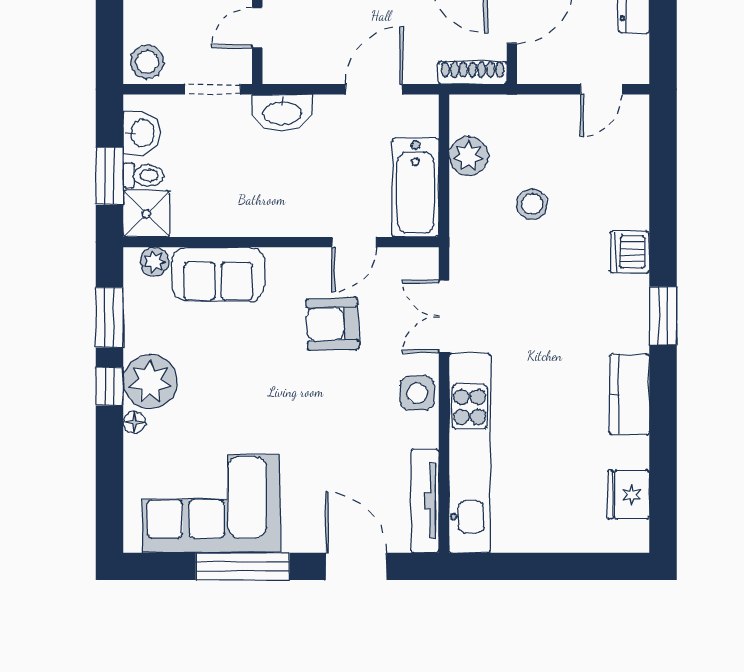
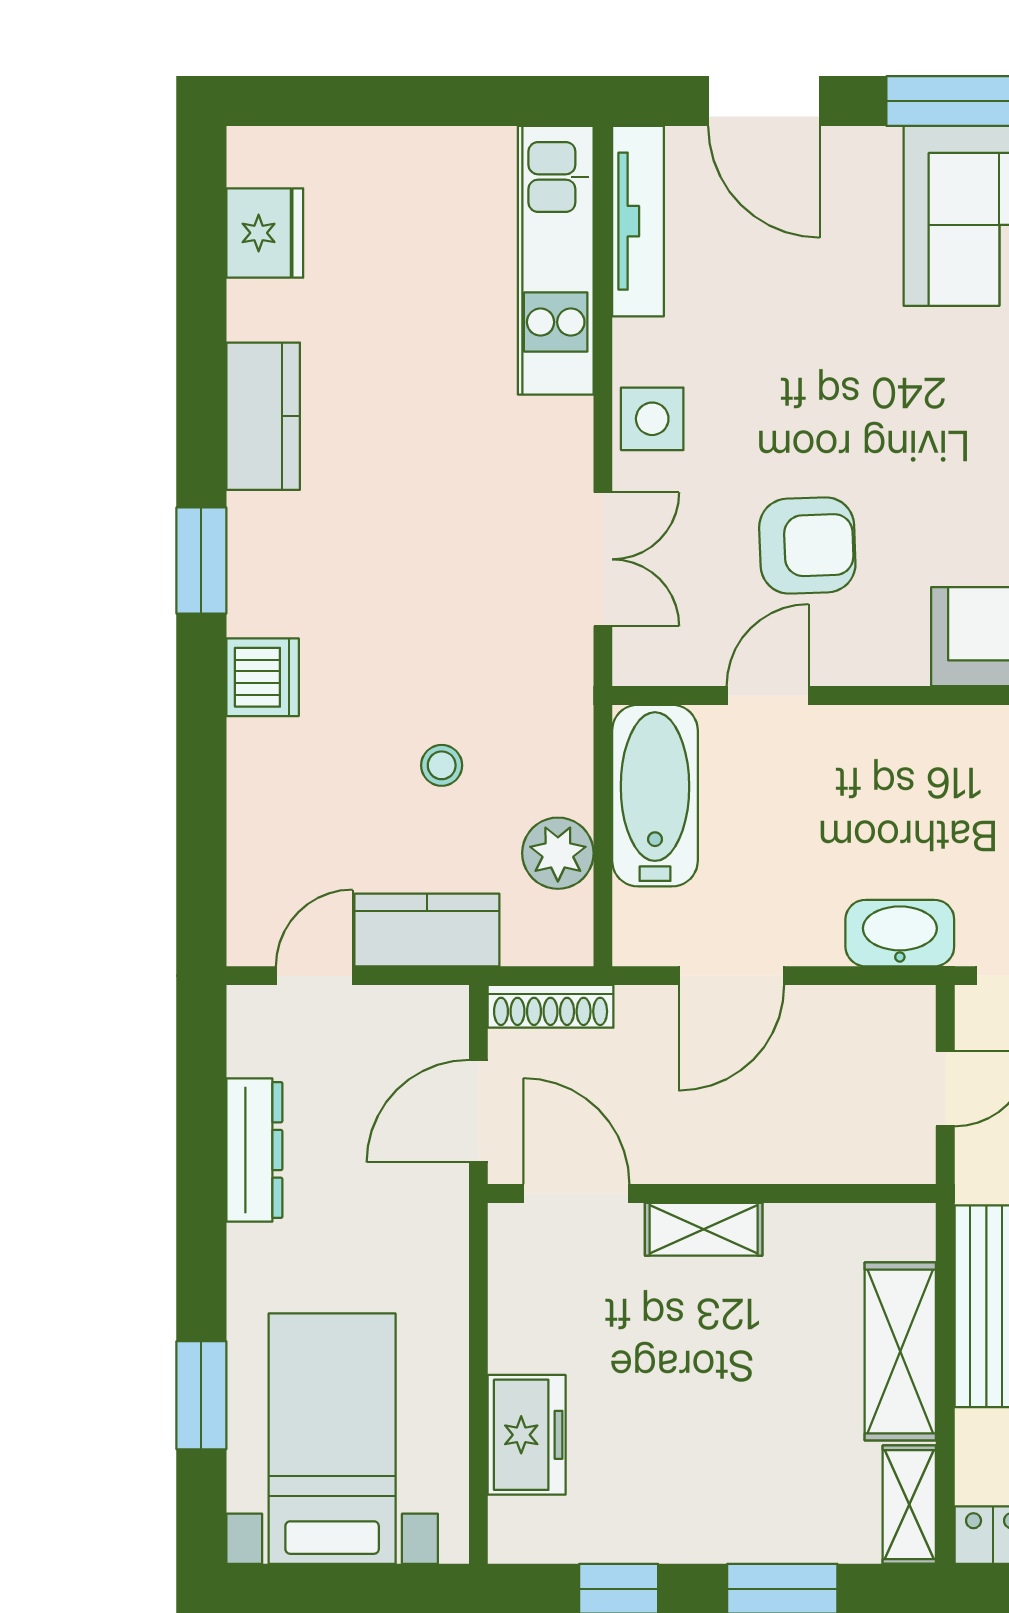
kitchen counter: (540, 114) -> (427, 930), added
stool: (532, 204) -> (442, 765), width x0.73, depth x0.73
kitchen unit: (470, 453) -> (556, 260), width x0.73

